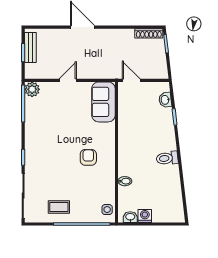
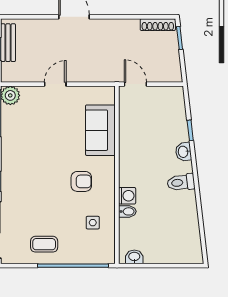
washbasin: (165, 100) -> (183, 152), moved
sofa: (103, 102) -> (100, 130), moved
armchair: (88, 157) -> (81, 181), turned 90
side table: (107, 210) -> (93, 223), moved
washing machine: (145, 216) -> (127, 196), moved, turned 90

